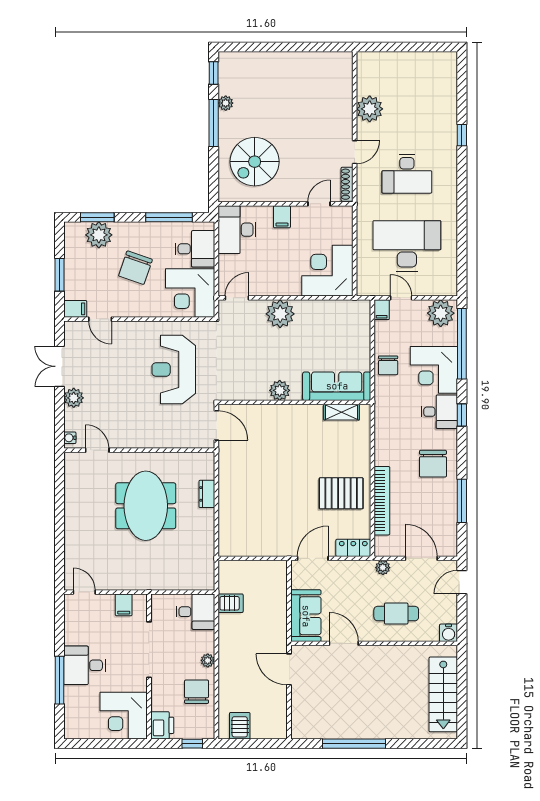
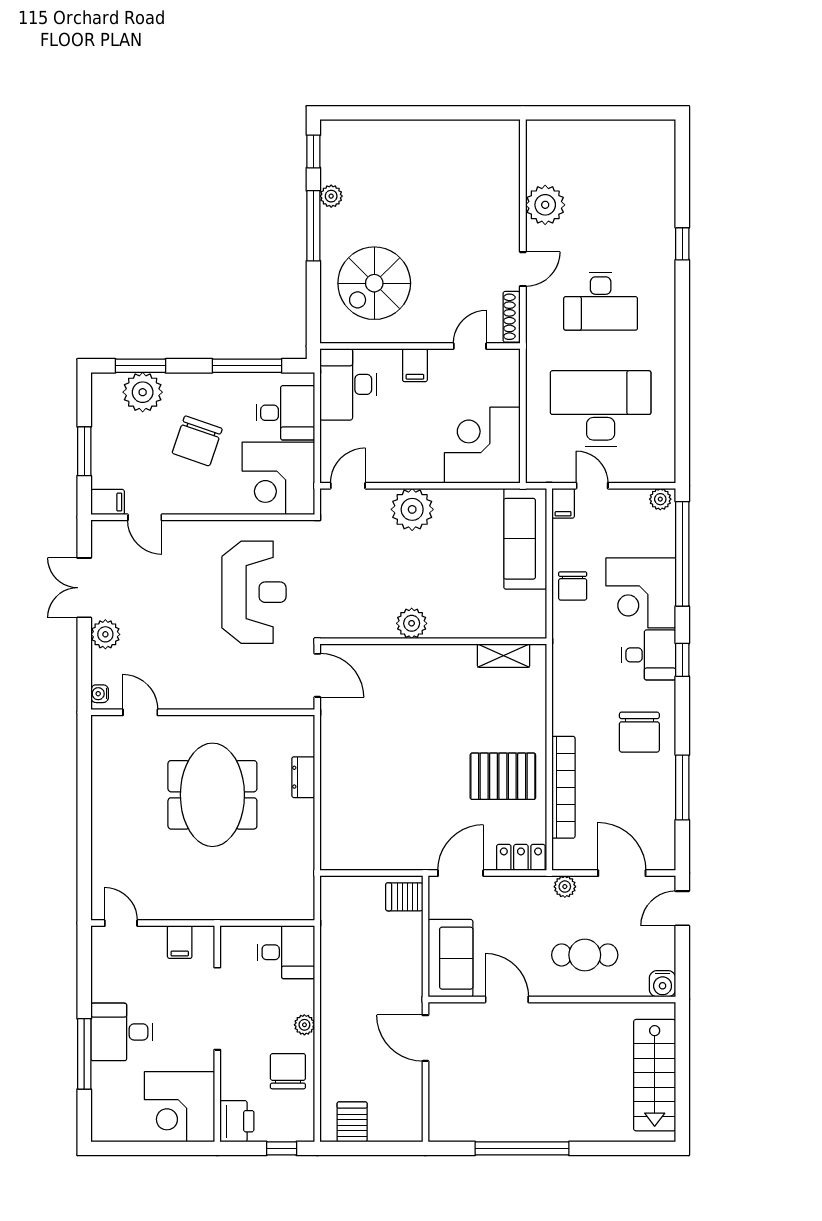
plant: (441, 313) -> (660, 499), width x0.53, depth x0.53
reception desk: (174, 369) -> (254, 592), turned 180
sofa: (337, 386) -> (525, 539), moved, turned -90
server rack: (231, 603) -> (404, 897), moved, turned 180

